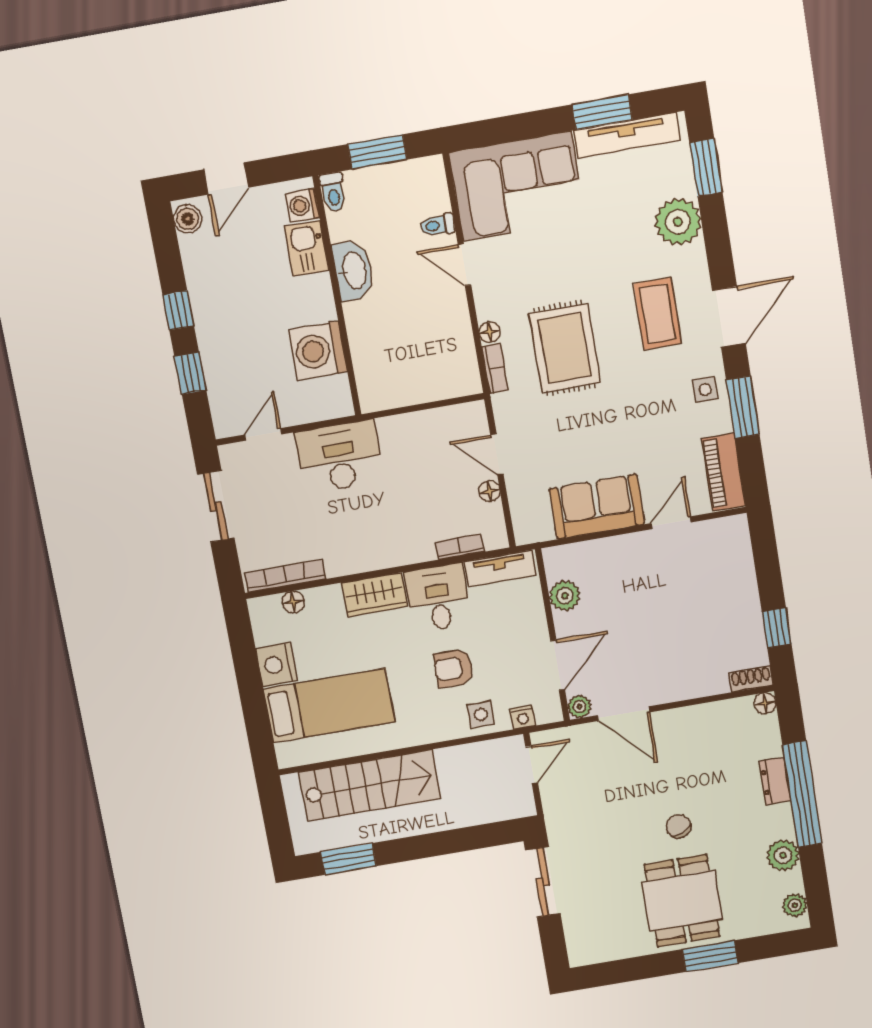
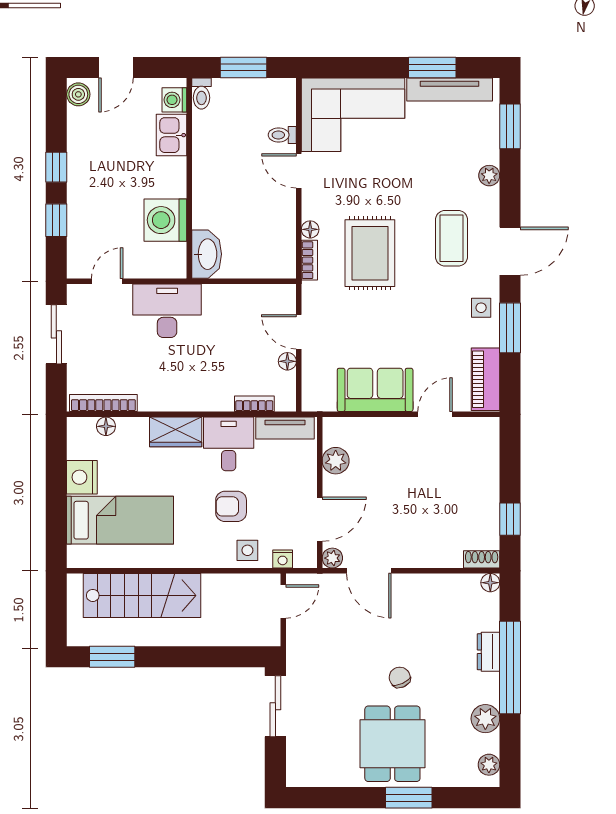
plant: (678, 222) -> (489, 176), width x0.53, depth x0.53
washbasin: (353, 271) -> (207, 254), moved

